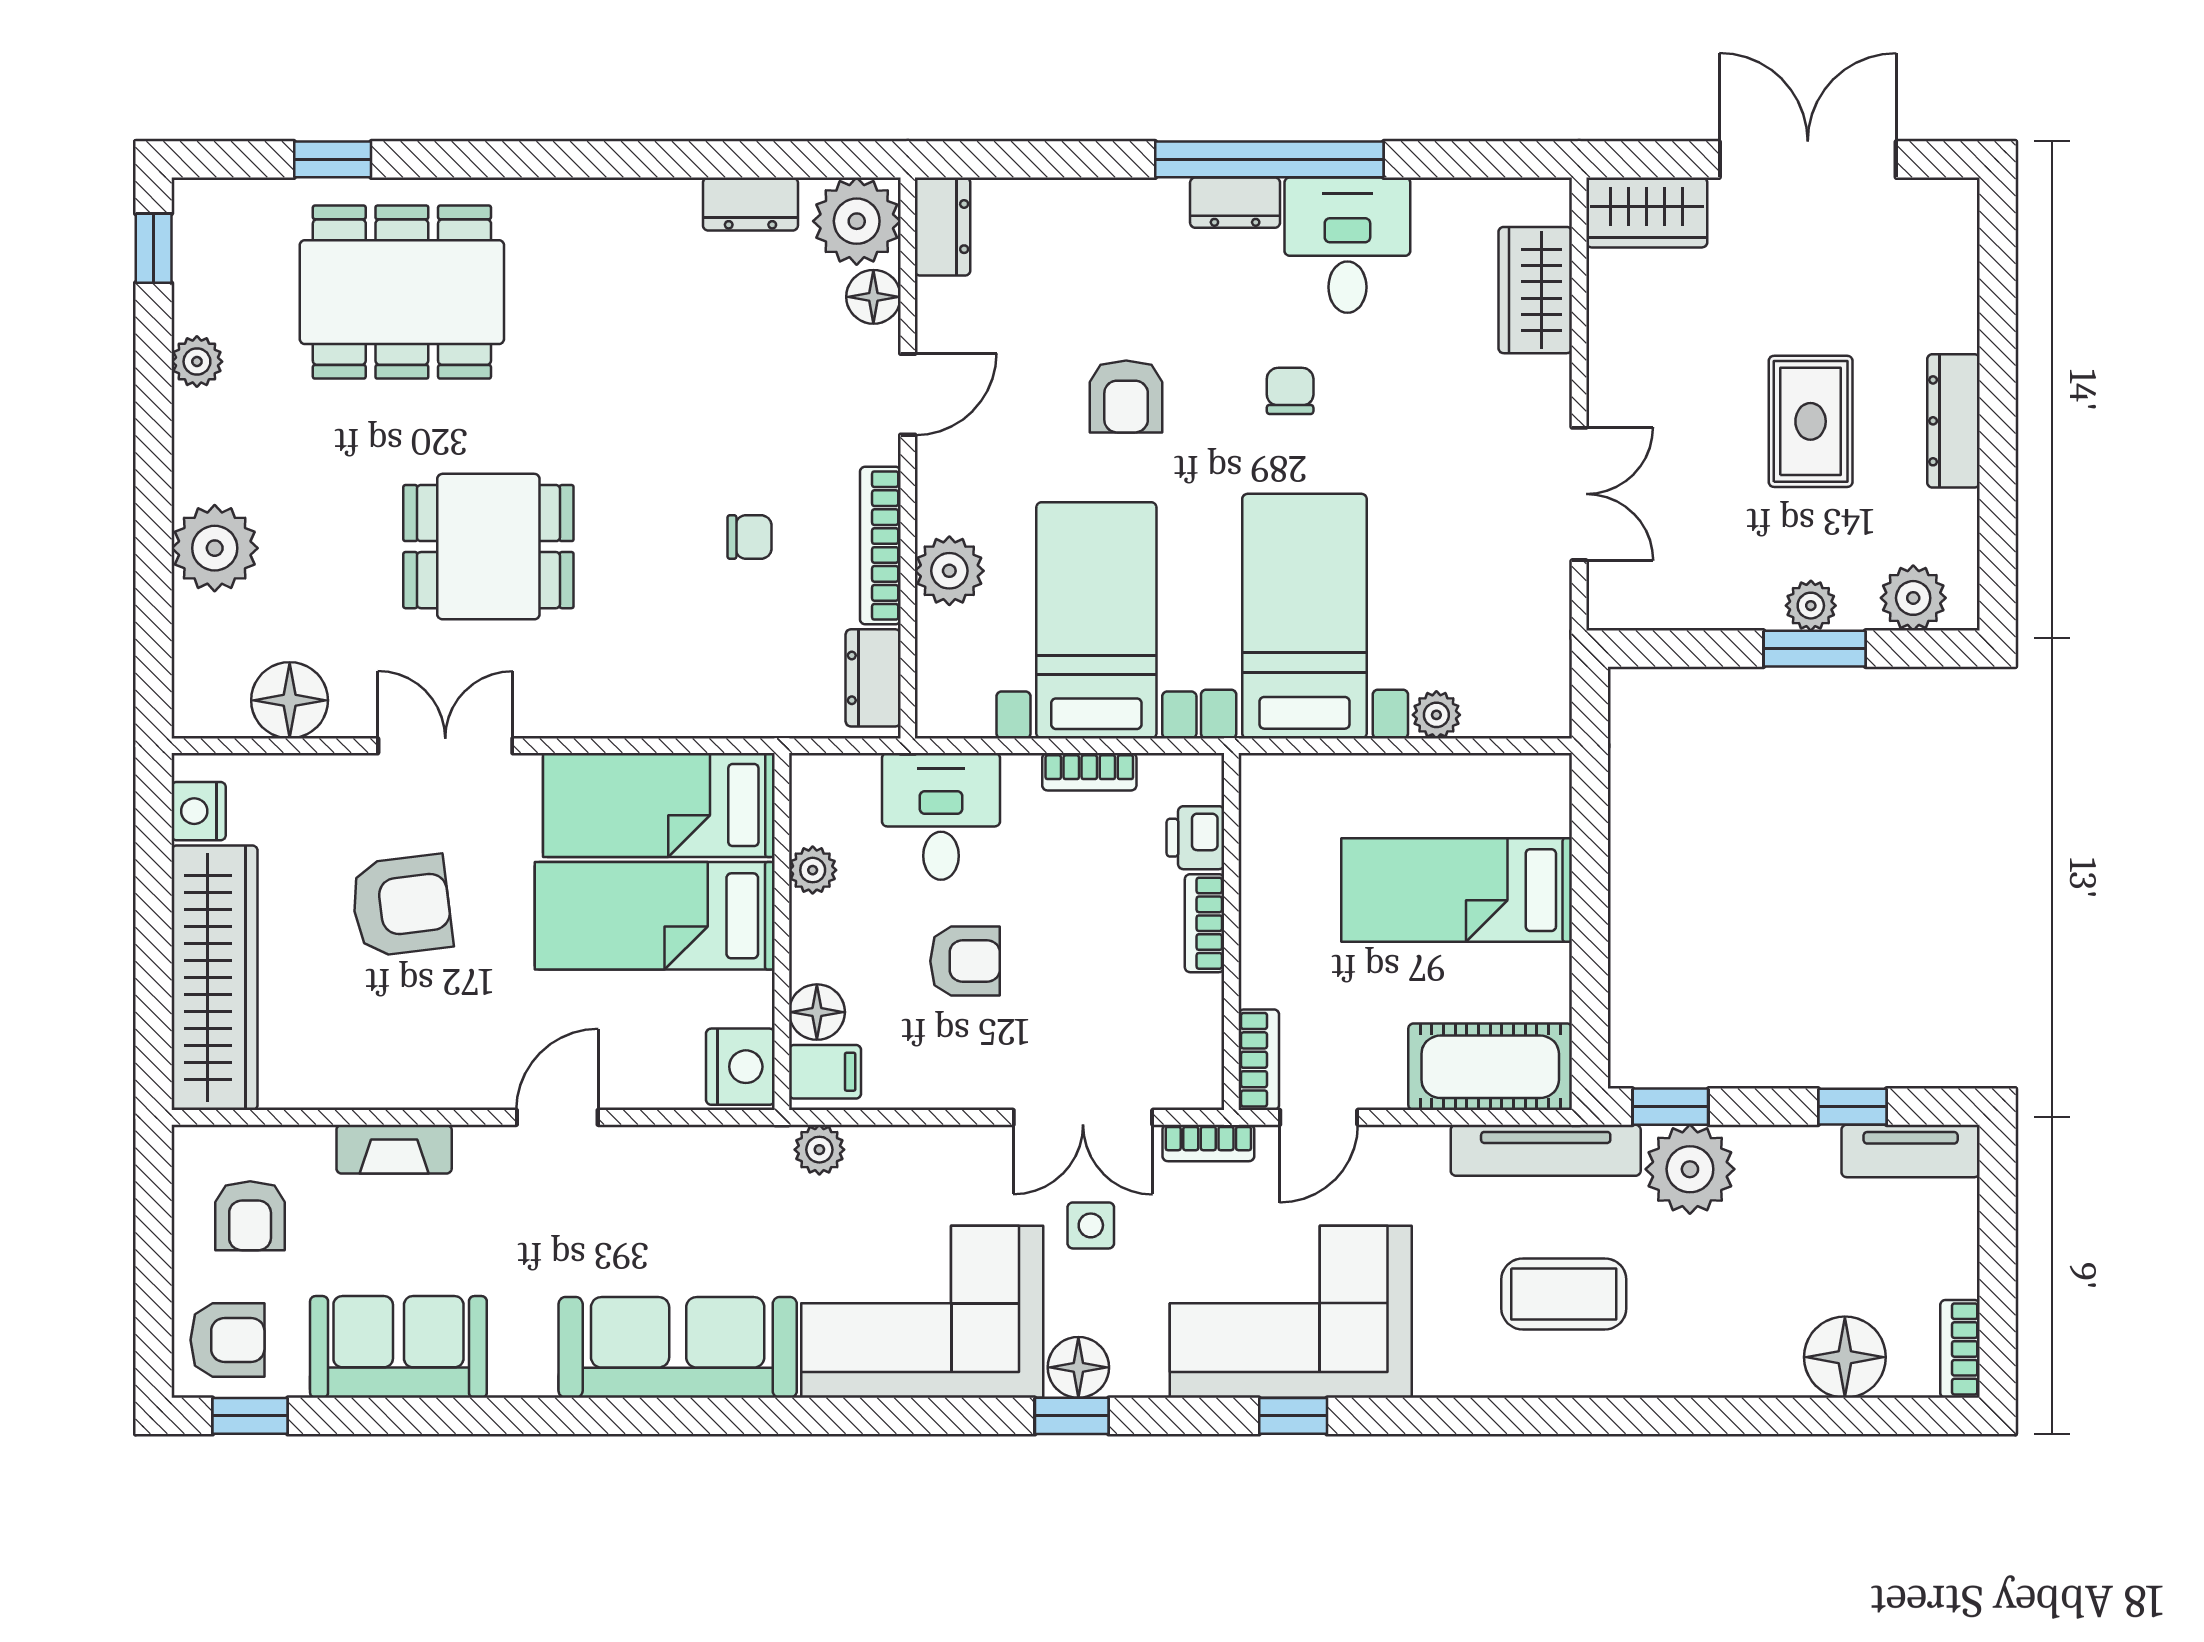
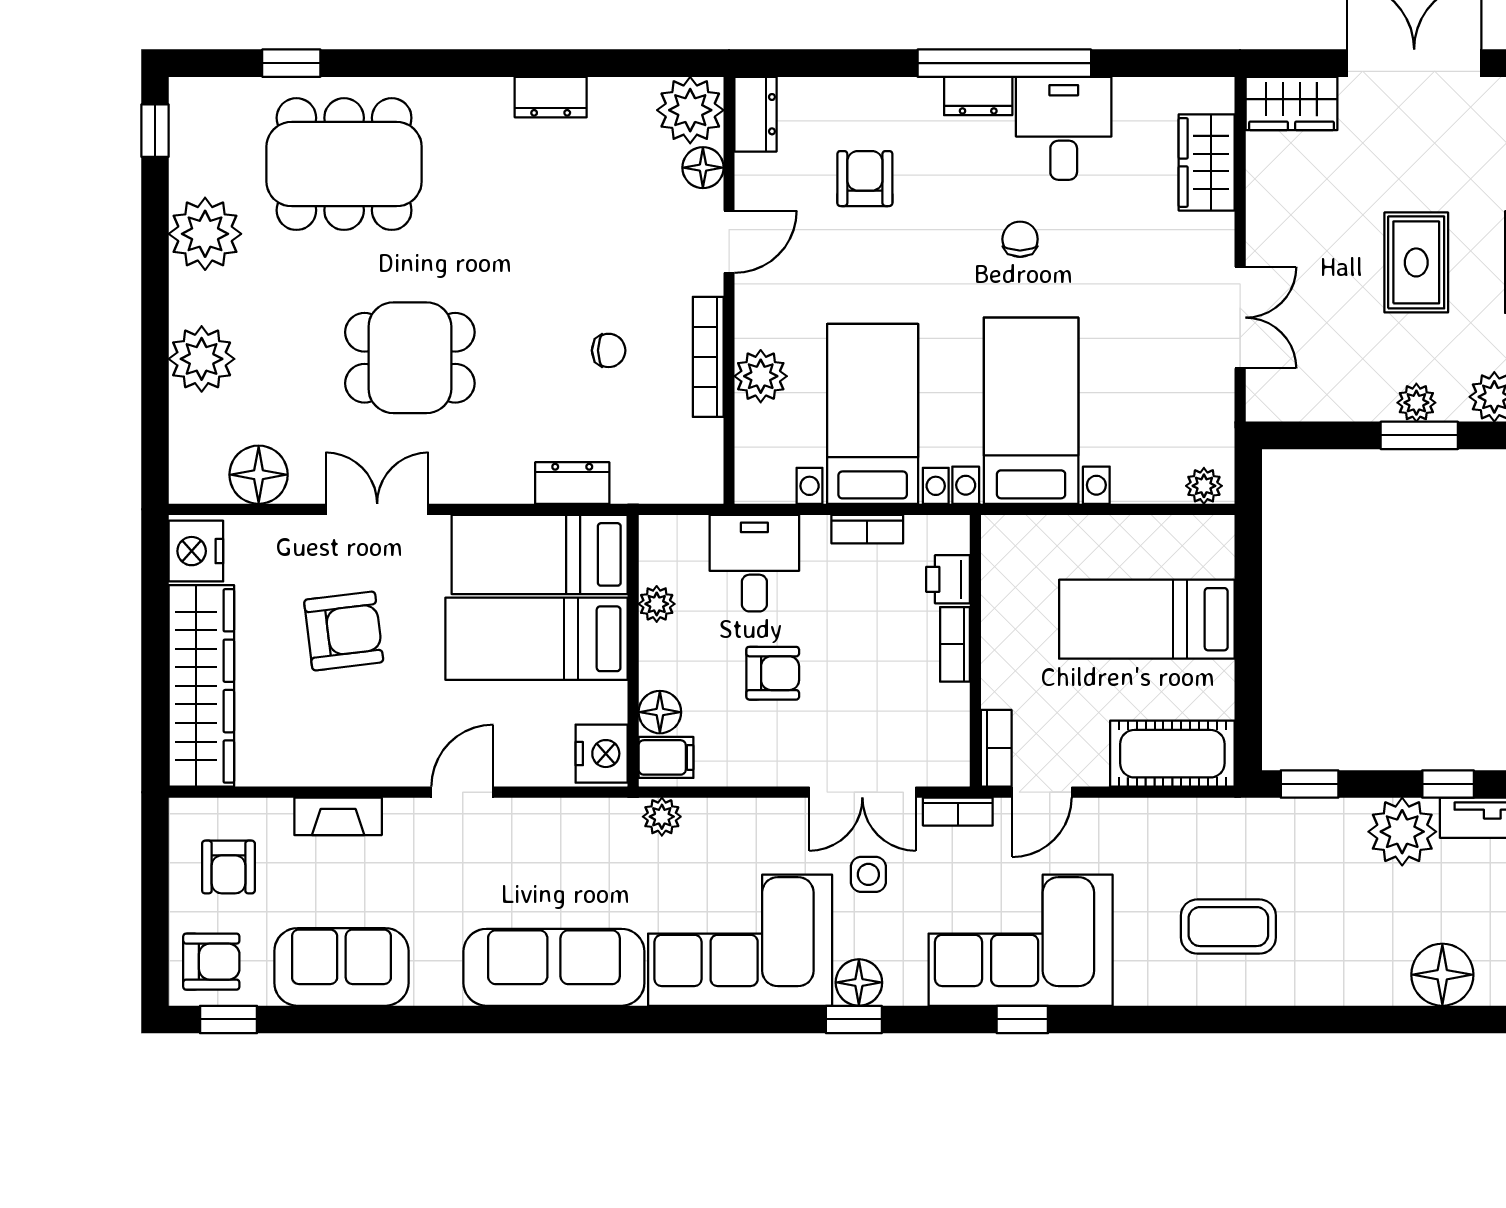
dresser: (750, 204) -> (551, 97), moved
plant: (197, 362) -> (205, 234), width x1.87, depth x1.87
armchair: (1126, 396) -> (865, 179), moved, turned 180
dresser: (873, 678) -> (572, 483), moved, turned 90
plant: (1436, 715) -> (1204, 486), moved
nightstand: (199, 811) -> (196, 551), width x1.36, depth x1.33
tv unit: (1546, 1150) -> (1215, 817), removed
plant: (1690, 1169) -> (1402, 832), moved

